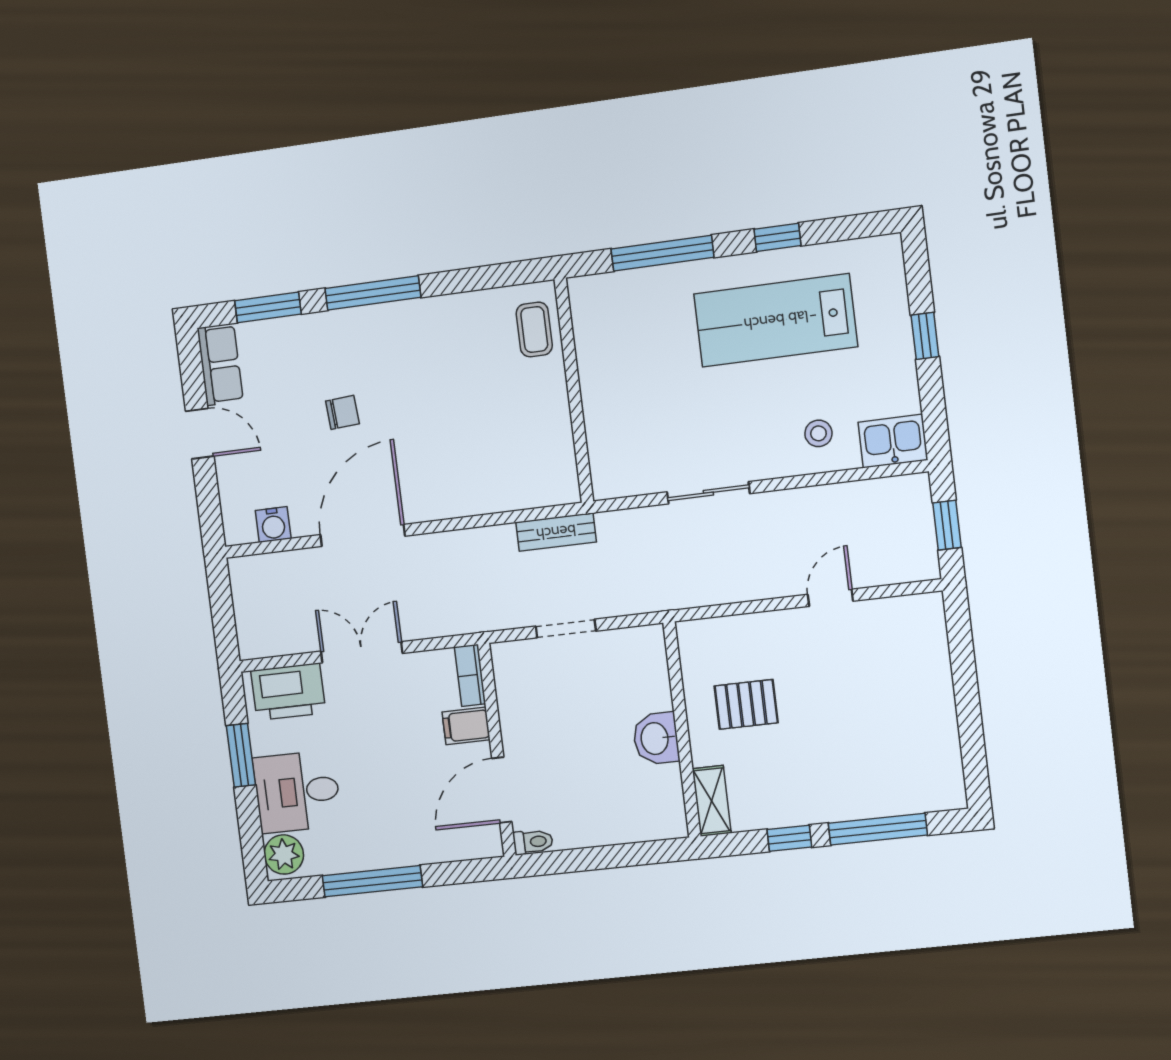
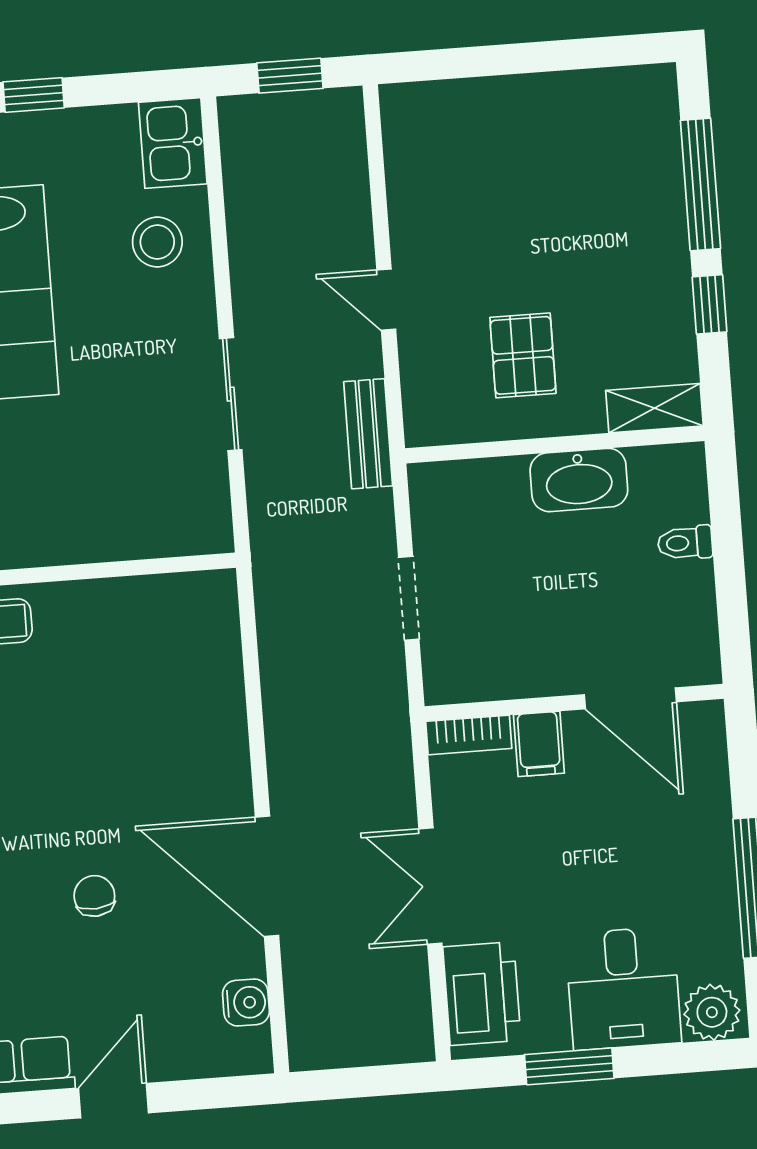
stool: (818, 433) -> (157, 242), width x1.37, depth x1.37
bench: (556, 532) -> (368, 434), moved
door: (830, 598) -> (386, 300), moved
washbasin: (656, 738) -> (579, 480), width x1.38
toilet: (533, 842) -> (685, 543), moved, turned -90

